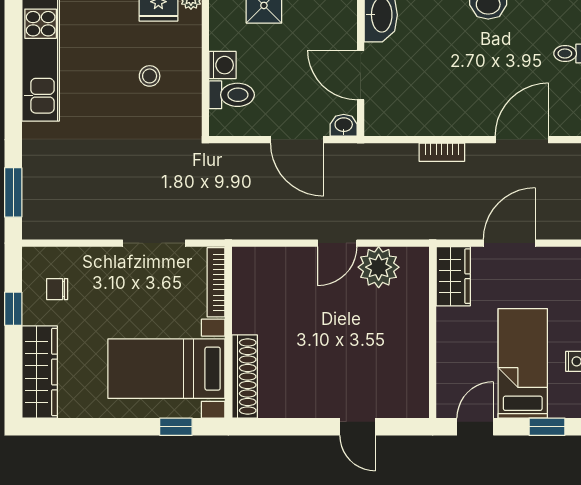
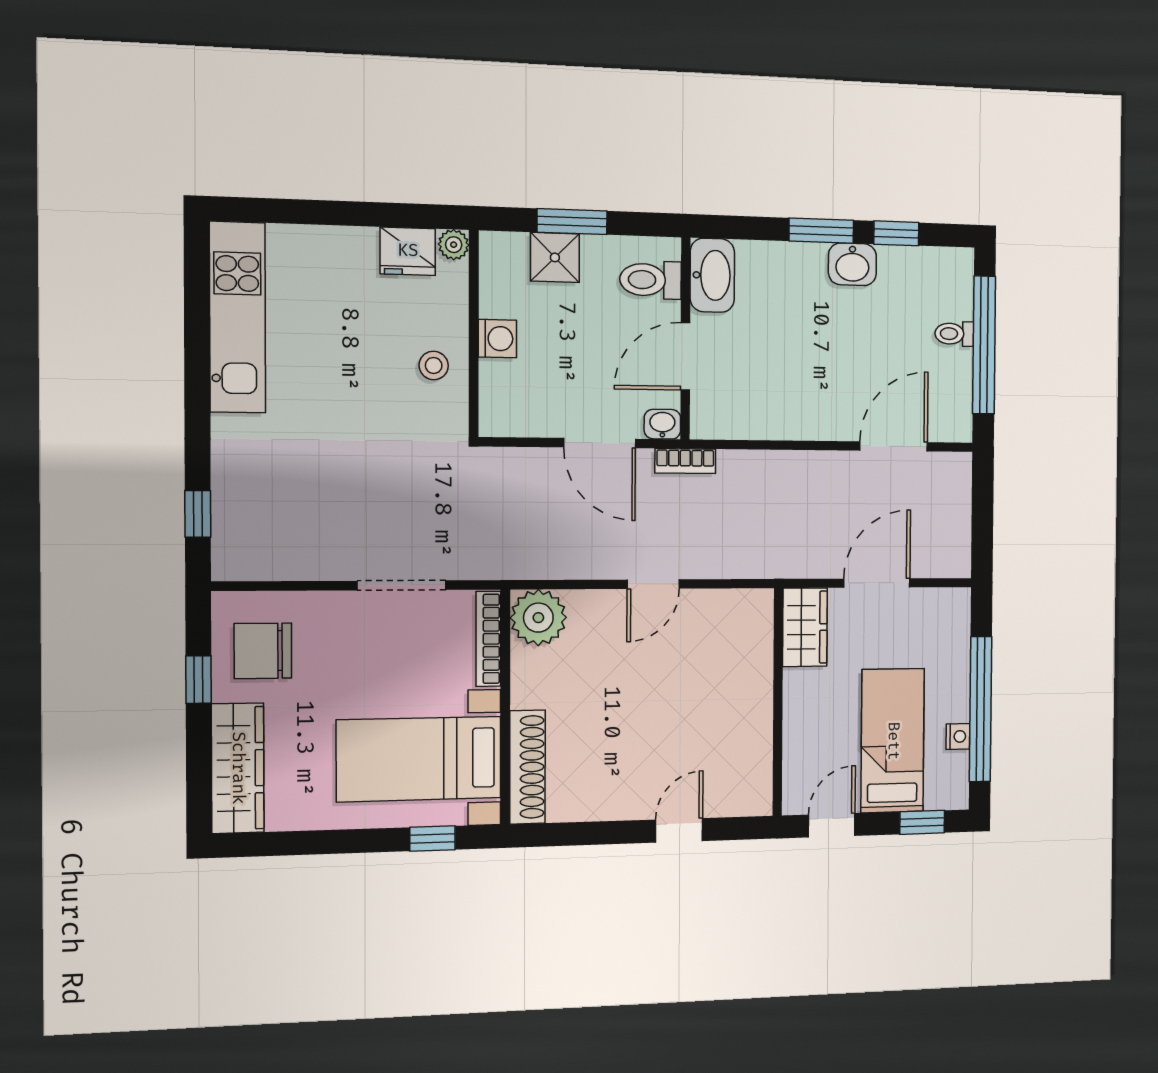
door: (361, 75) -> (685, 356), hinge flipped
stool: (150, 76) -> (434, 365), moved
toilet: (232, 95) -> (651, 280), moved, turned 180
bookcase: (442, 152) -> (685, 461), moved
window: (13, 192) -> (198, 514), width x0.67
plant: (379, 267) -> (538, 618), moved
chair: (57, 289) -> (263, 651), width x1.87, depth x1.87
door: (358, 427) -> (679, 830), swing flipped

